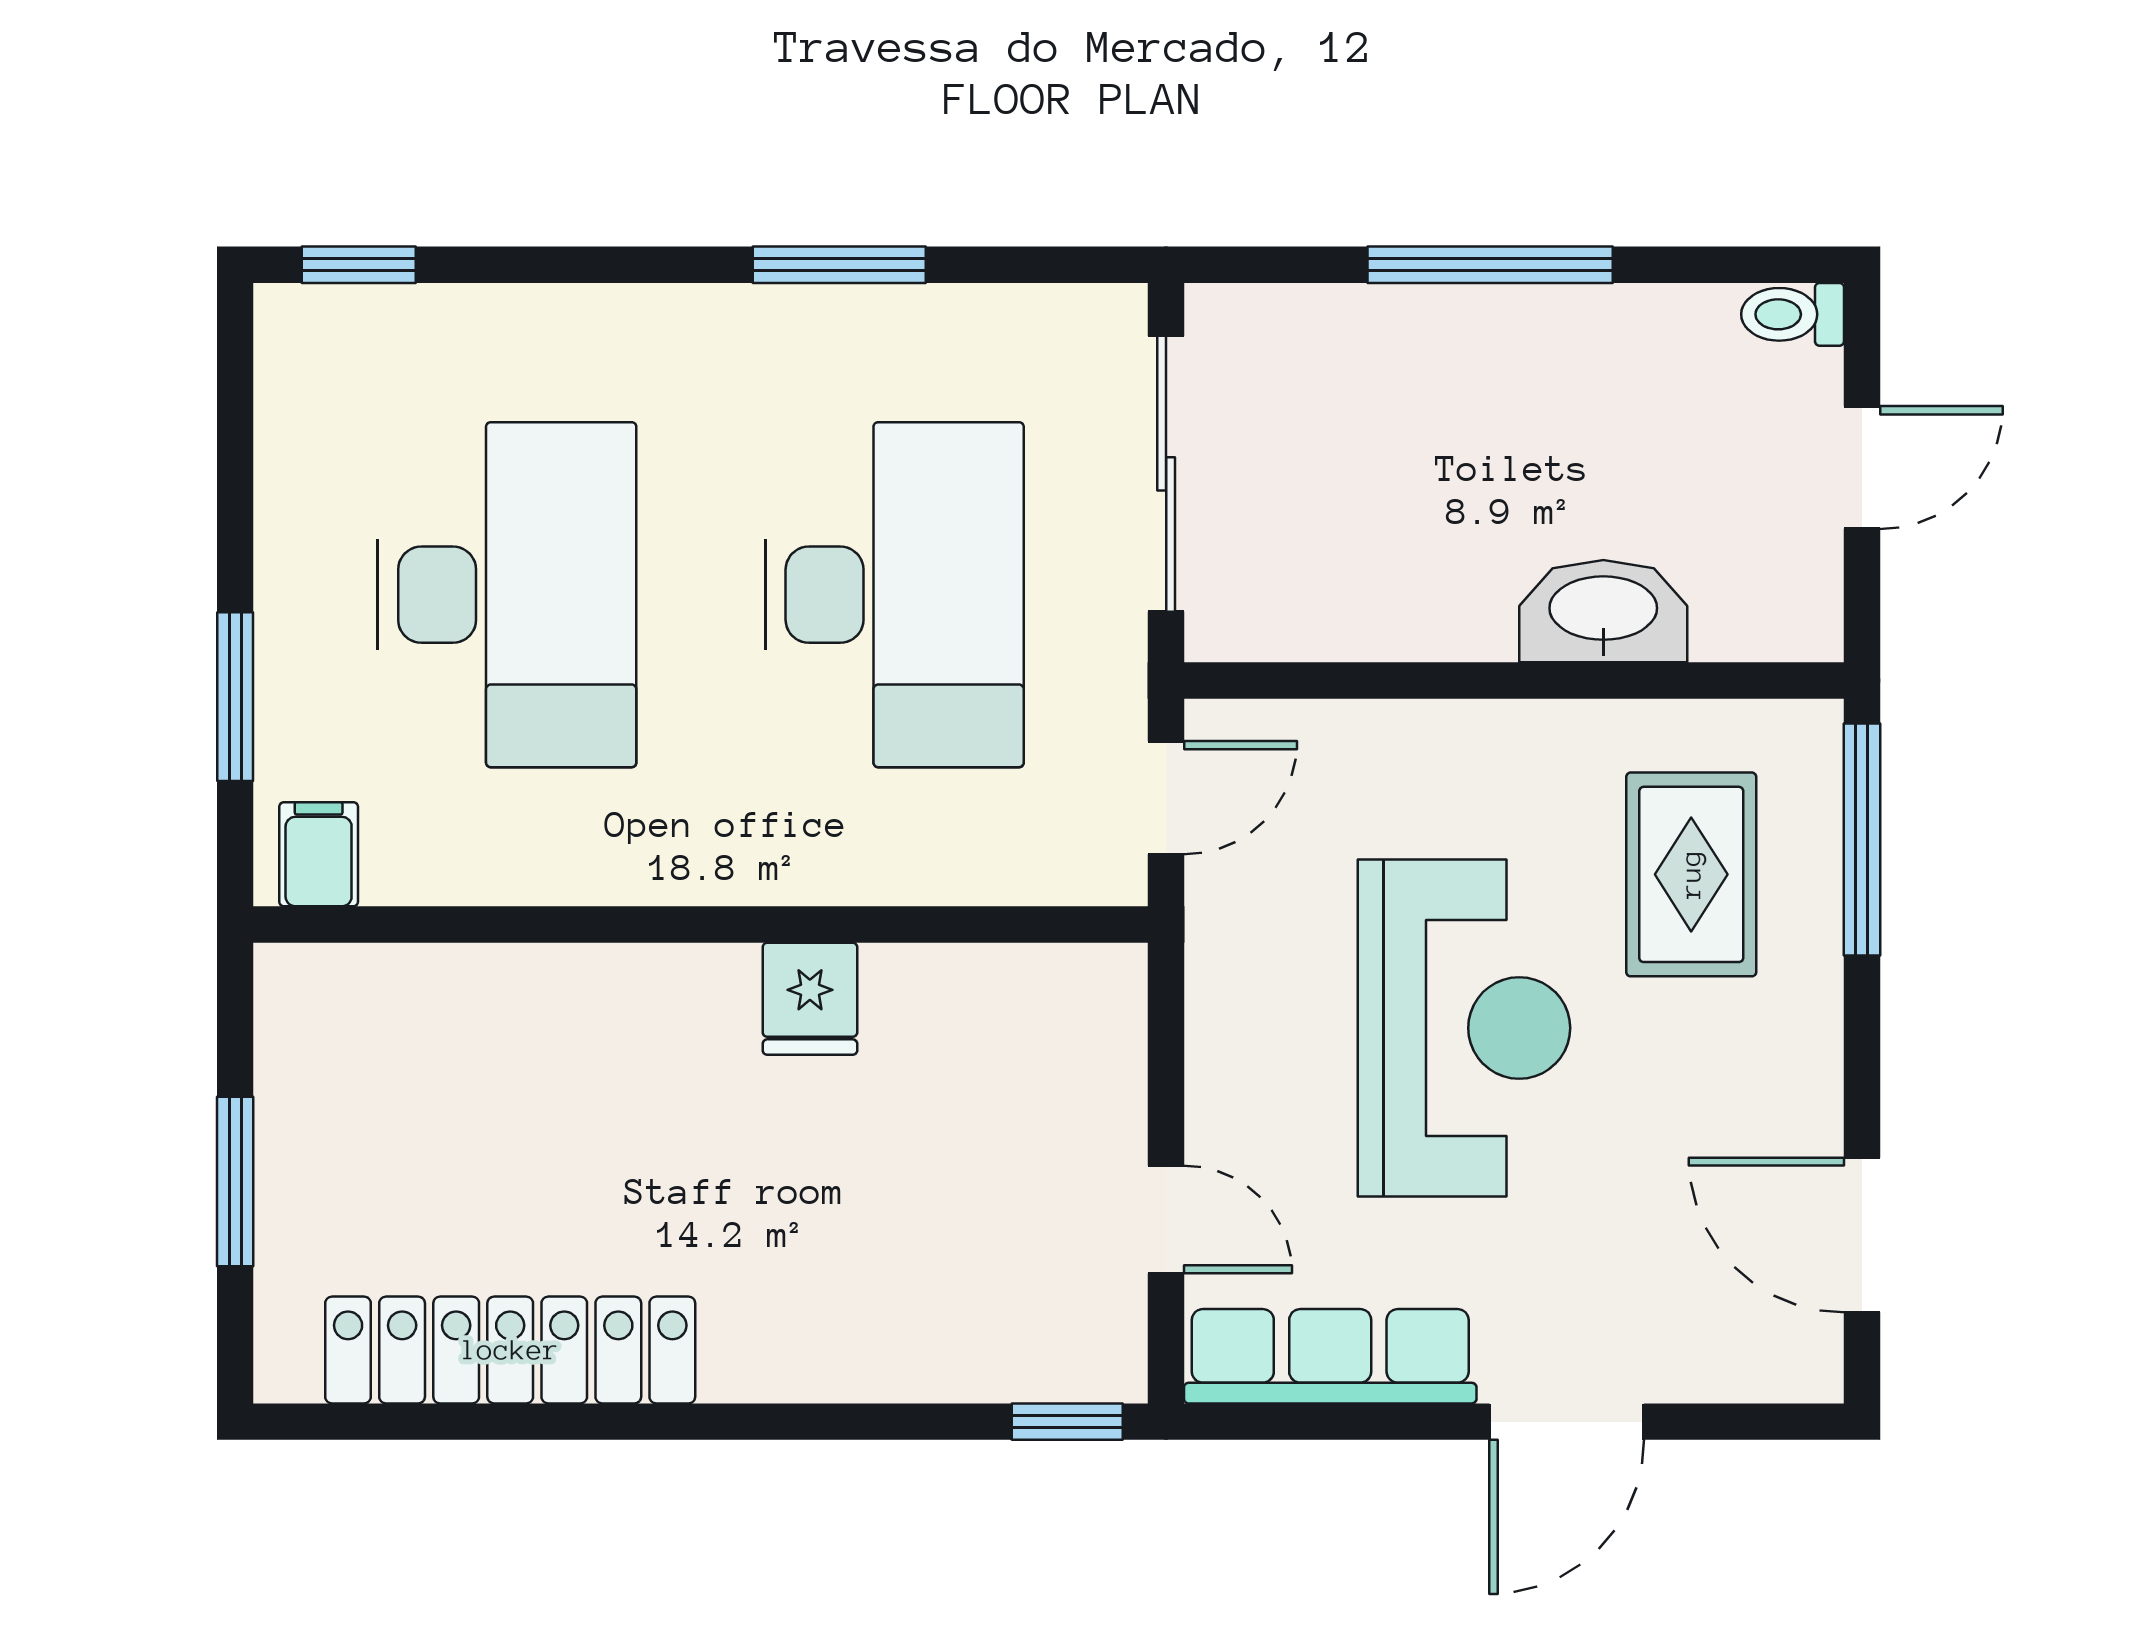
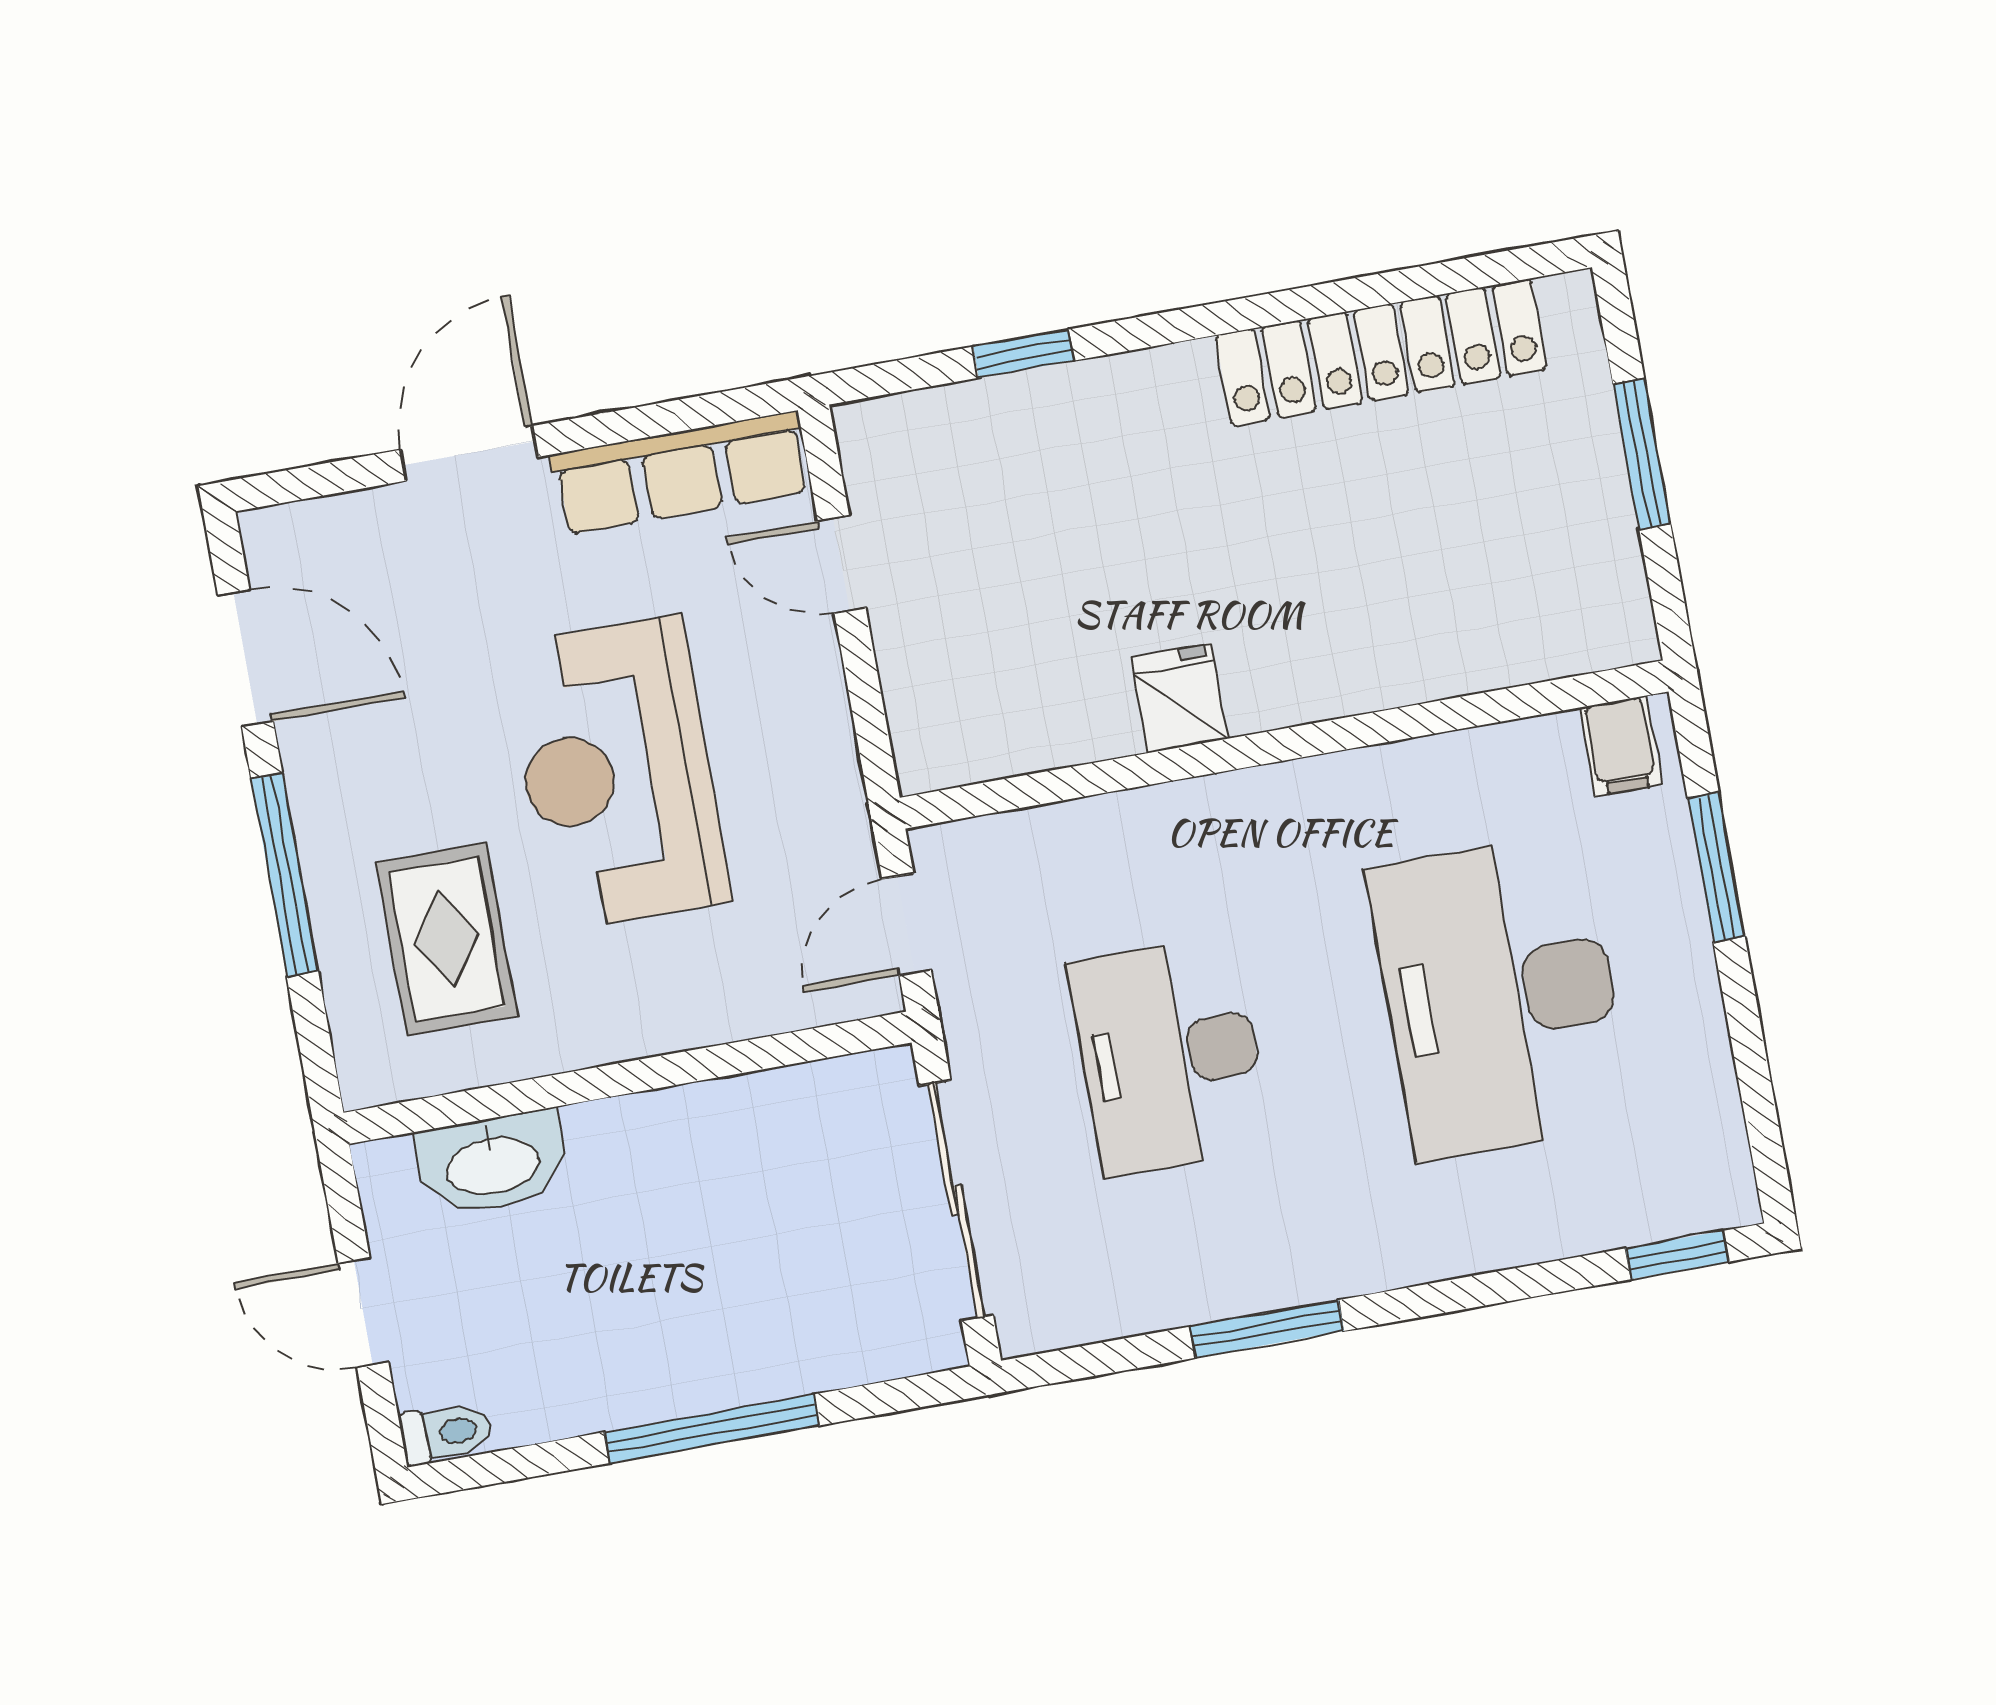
door: (1862, 468) -> (363, 1313), hinge flipped
desk: (894, 595) -> (1169, 1056), width x0.73, depth x0.77
washbasin: (1603, 611) -> (493, 1163), moved
window: (1862, 840) -> (285, 875), moved
window: (1067, 1422) -> (1024, 354), moved

